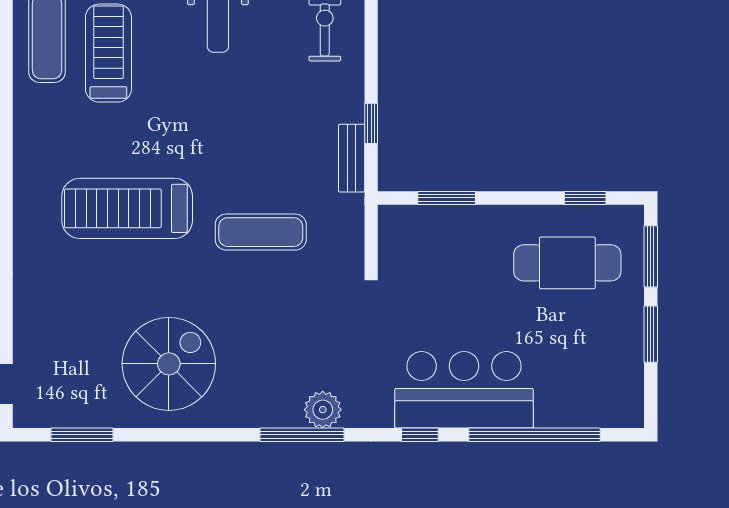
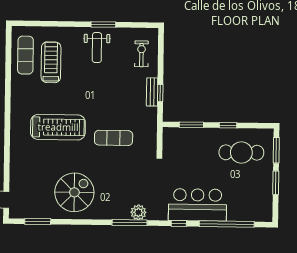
bench: (352, 158) -> (152, 92), moved
window: (585, 198) -> (228, 125), moved
treadmill: (127, 208) -> (58, 127), turned 180

